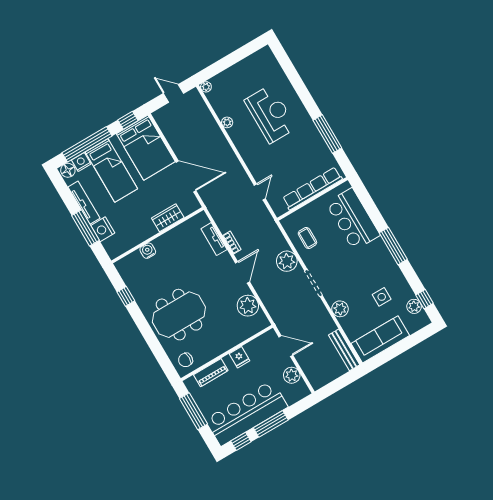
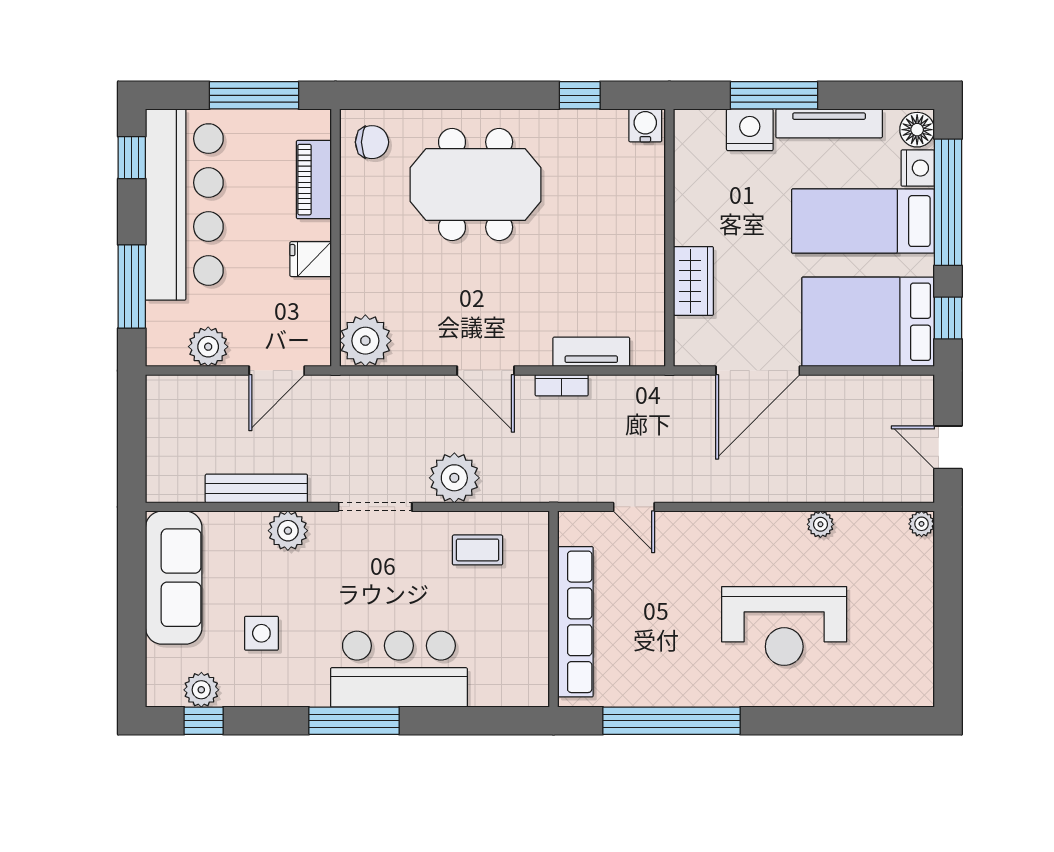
door: (173, 93) -> (948, 447), swing flipped
window: (327, 134) -> (672, 721), width x1.46
bar counter: (353, 219) -> (399, 669), moved
water cooler: (148, 251) -> (645, 125), moved, turned -90
plant: (248, 306) -> (365, 341), moved
meeting table: (179, 315) -> (476, 185), turned 90
bench: (344, 350) -> (256, 488), moved
chair: (186, 360) -> (372, 142), turned 90
window: (271, 424) -> (132, 287), moved

